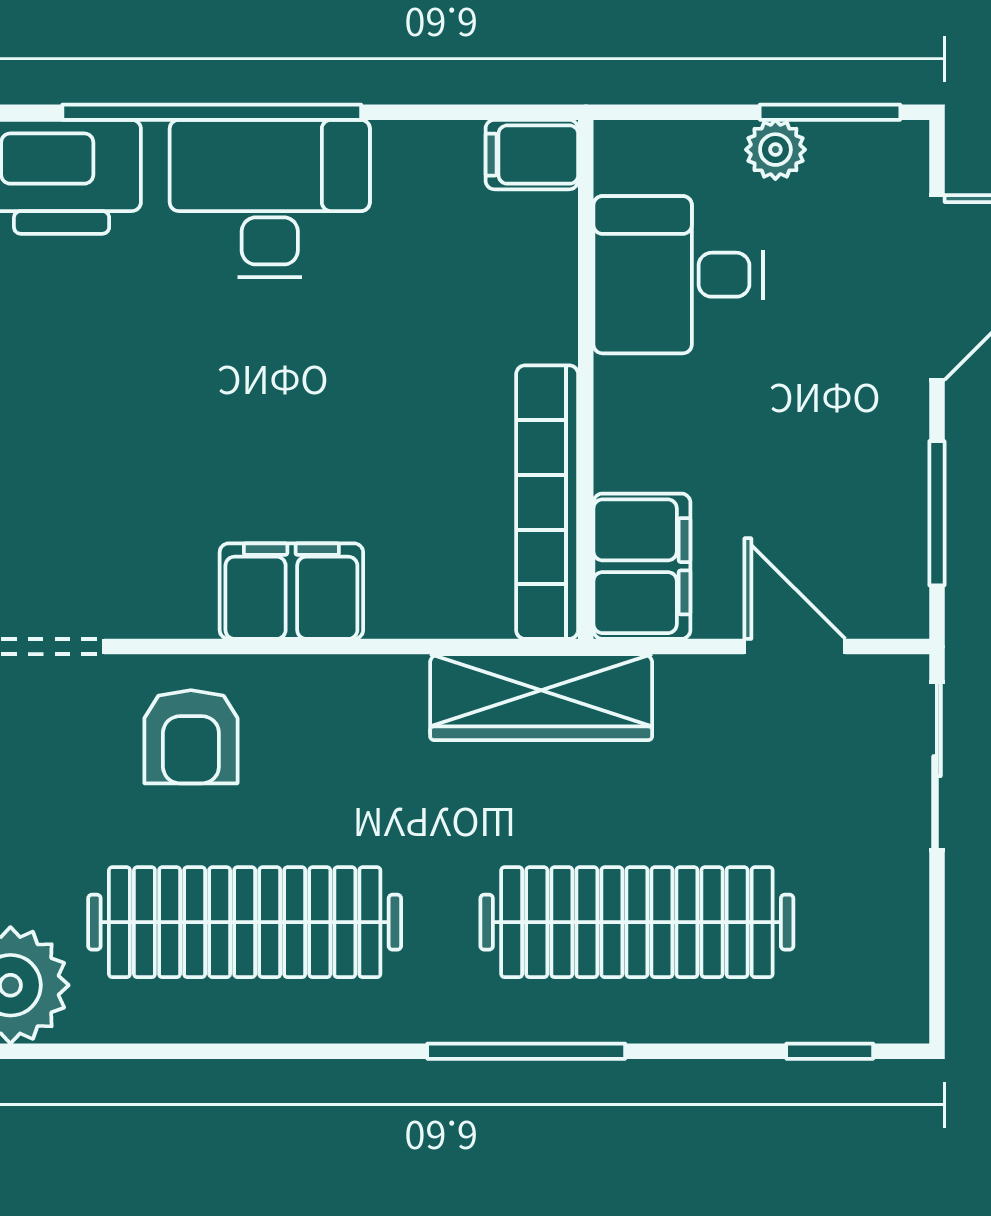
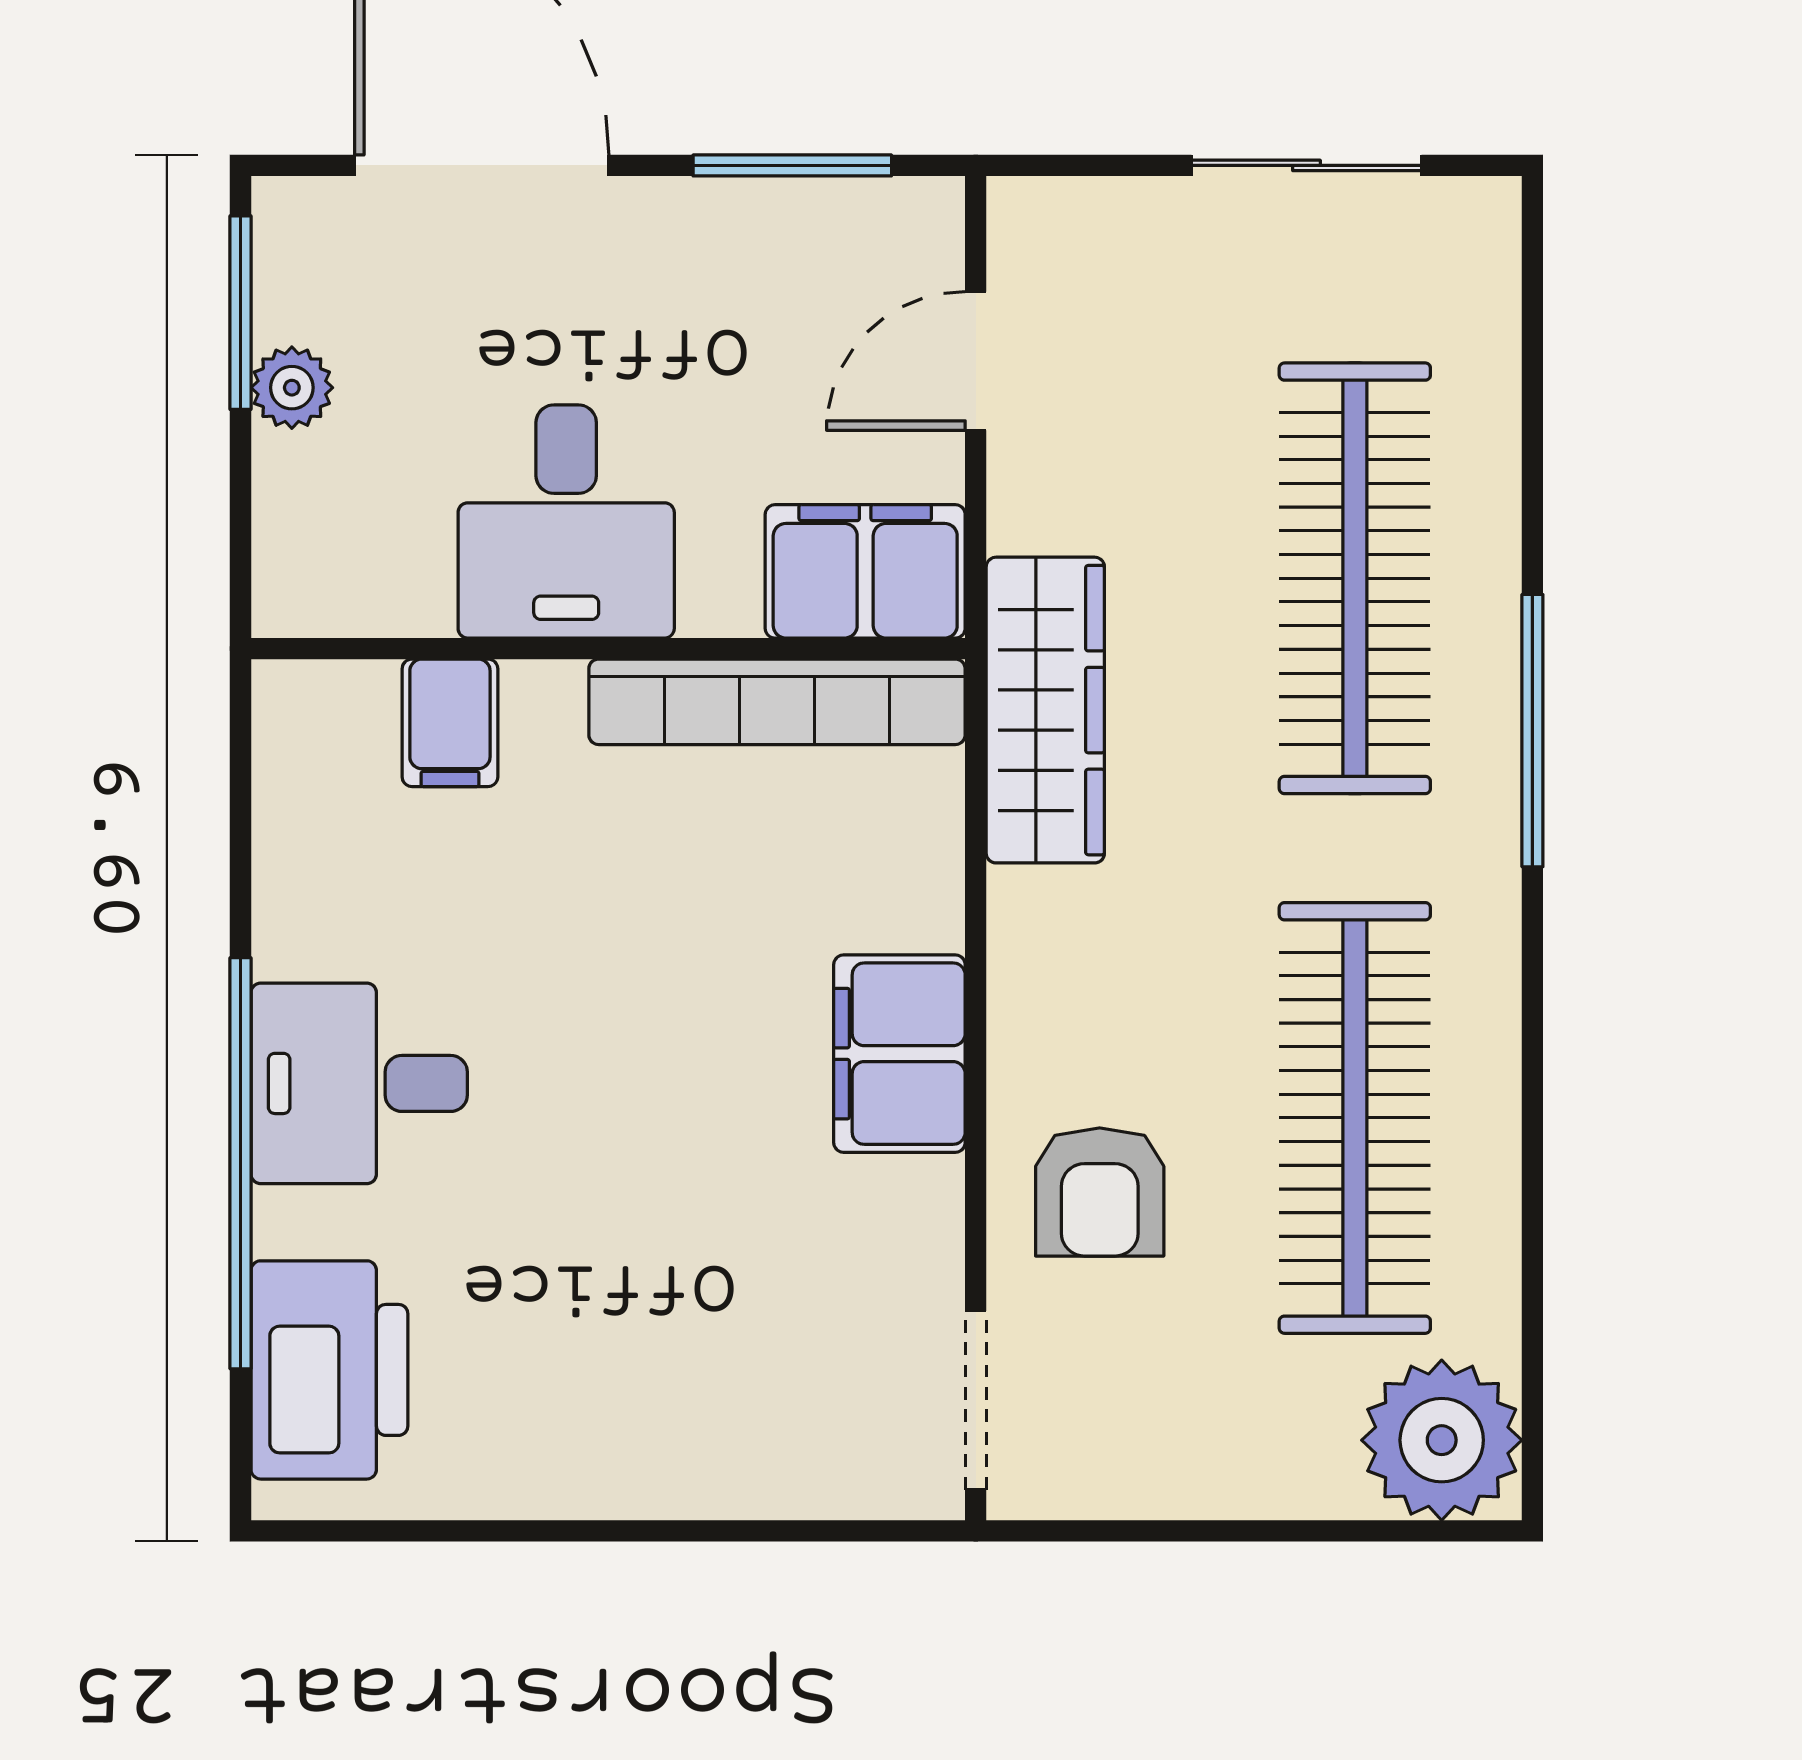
filing cabinet: (532, 155) -> (450, 723), moved
desk: (270, 198) -> (359, 1083), width x0.73
desk: (678, 275) -> (566, 521), moved
armchair: (191, 737) -> (1100, 1192), turned 90
sliding door: (937, 766) -> (1307, 165), moved
window: (830, 1051) -> (1532, 313), removed

